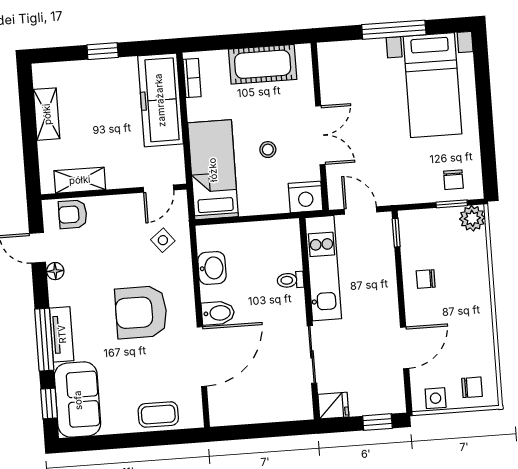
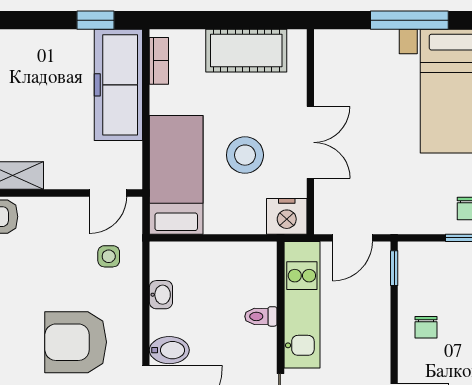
window: (103, 51) -> (96, 20), moved
stool: (268, 150) -> (245, 155), width x1.89, depth x1.89
door: (360, 211) -> (352, 238), swing flipped
side table: (163, 240) -> (109, 256), turned 38
washbasin: (212, 268) -> (161, 295), width x0.72, depth x0.69
chair: (426, 279) -> (426, 327), turned -90

